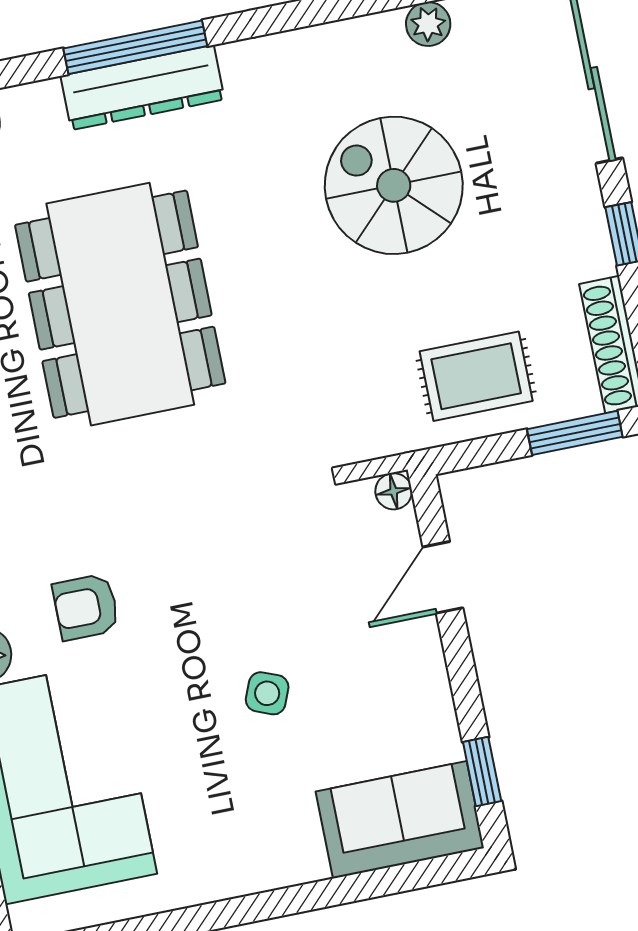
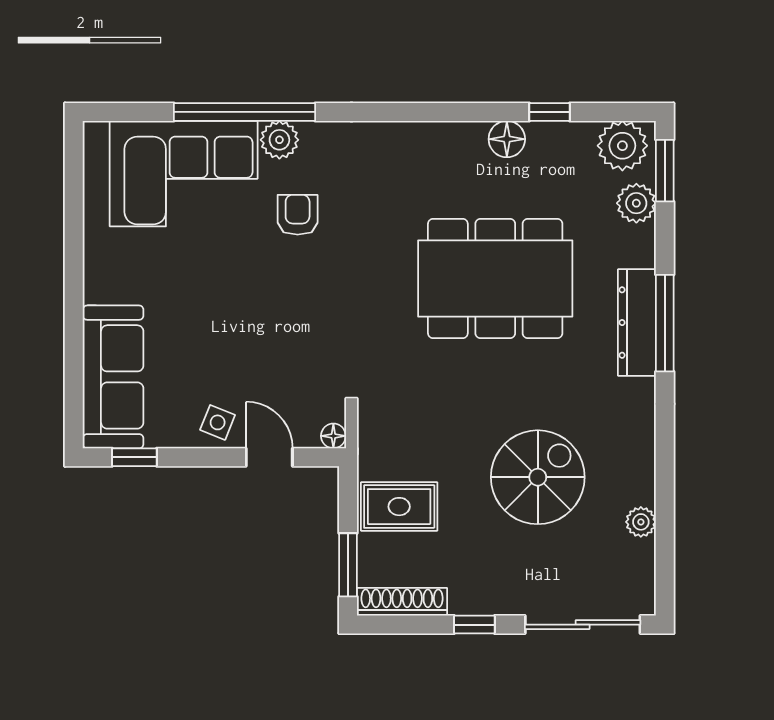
rug: (476, 376) -> (399, 507), turned 90
side table: (267, 693) -> (218, 422), moved
sofa: (400, 820) -> (113, 377), width x1.36

